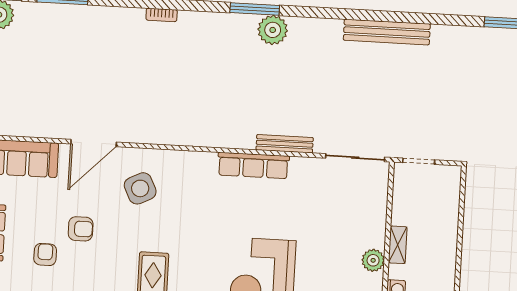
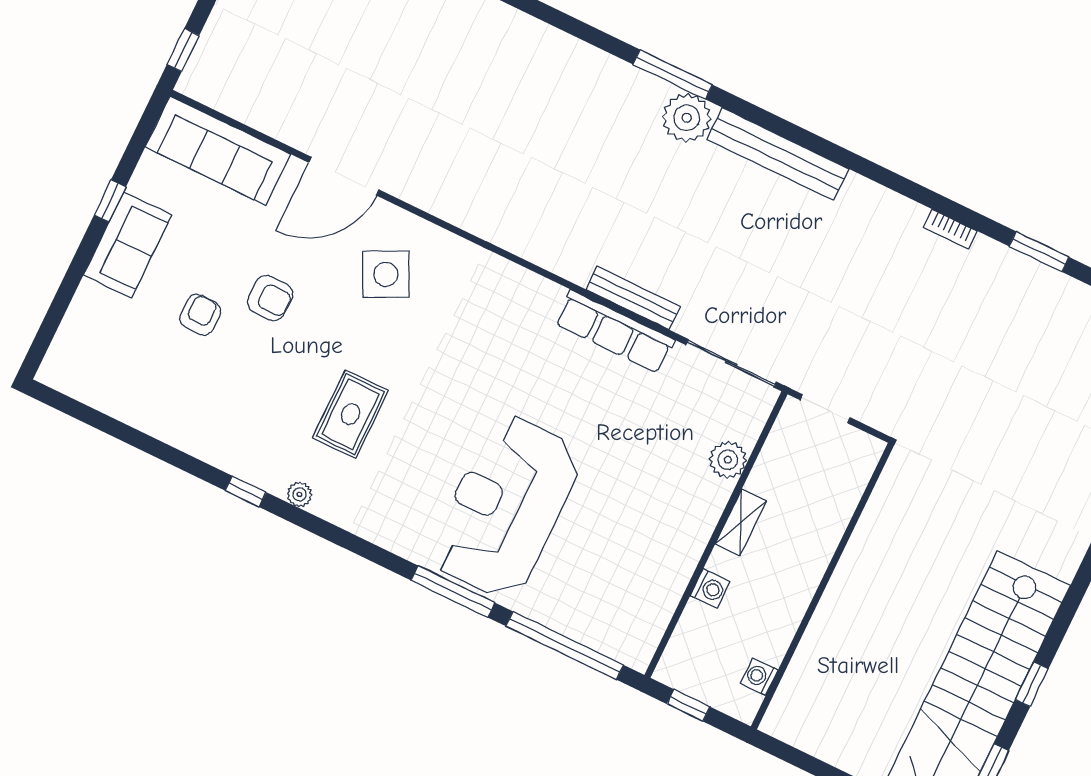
bookcase: (162, 15) -> (950, 229), moved
bench: (387, 32) -> (778, 154), moved
row of seats: (253, 165) -> (615, 332), moved
plant: (373, 260) -> (728, 460), moved

